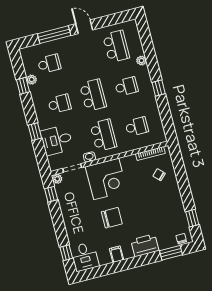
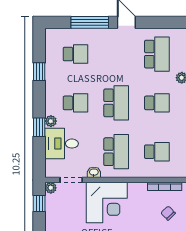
plant: (32, 80) -> (51, 121), moved

